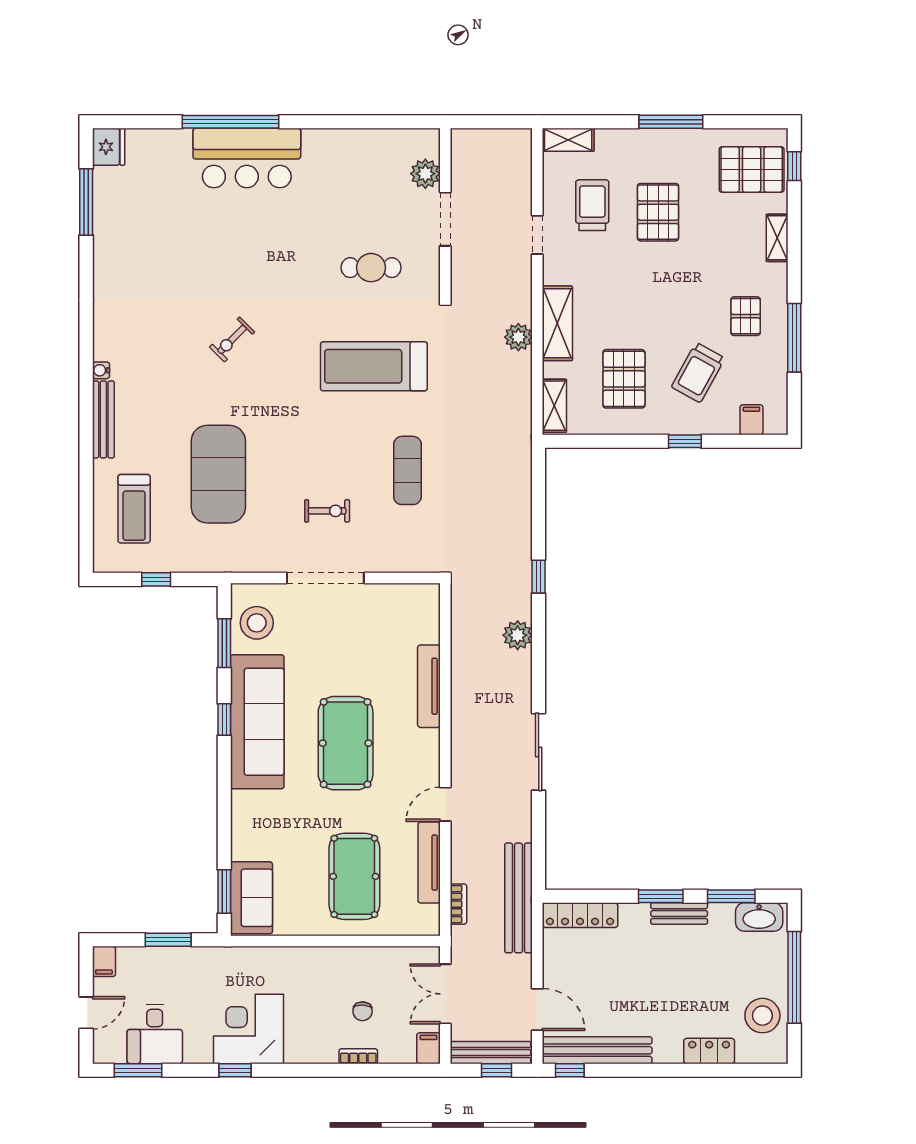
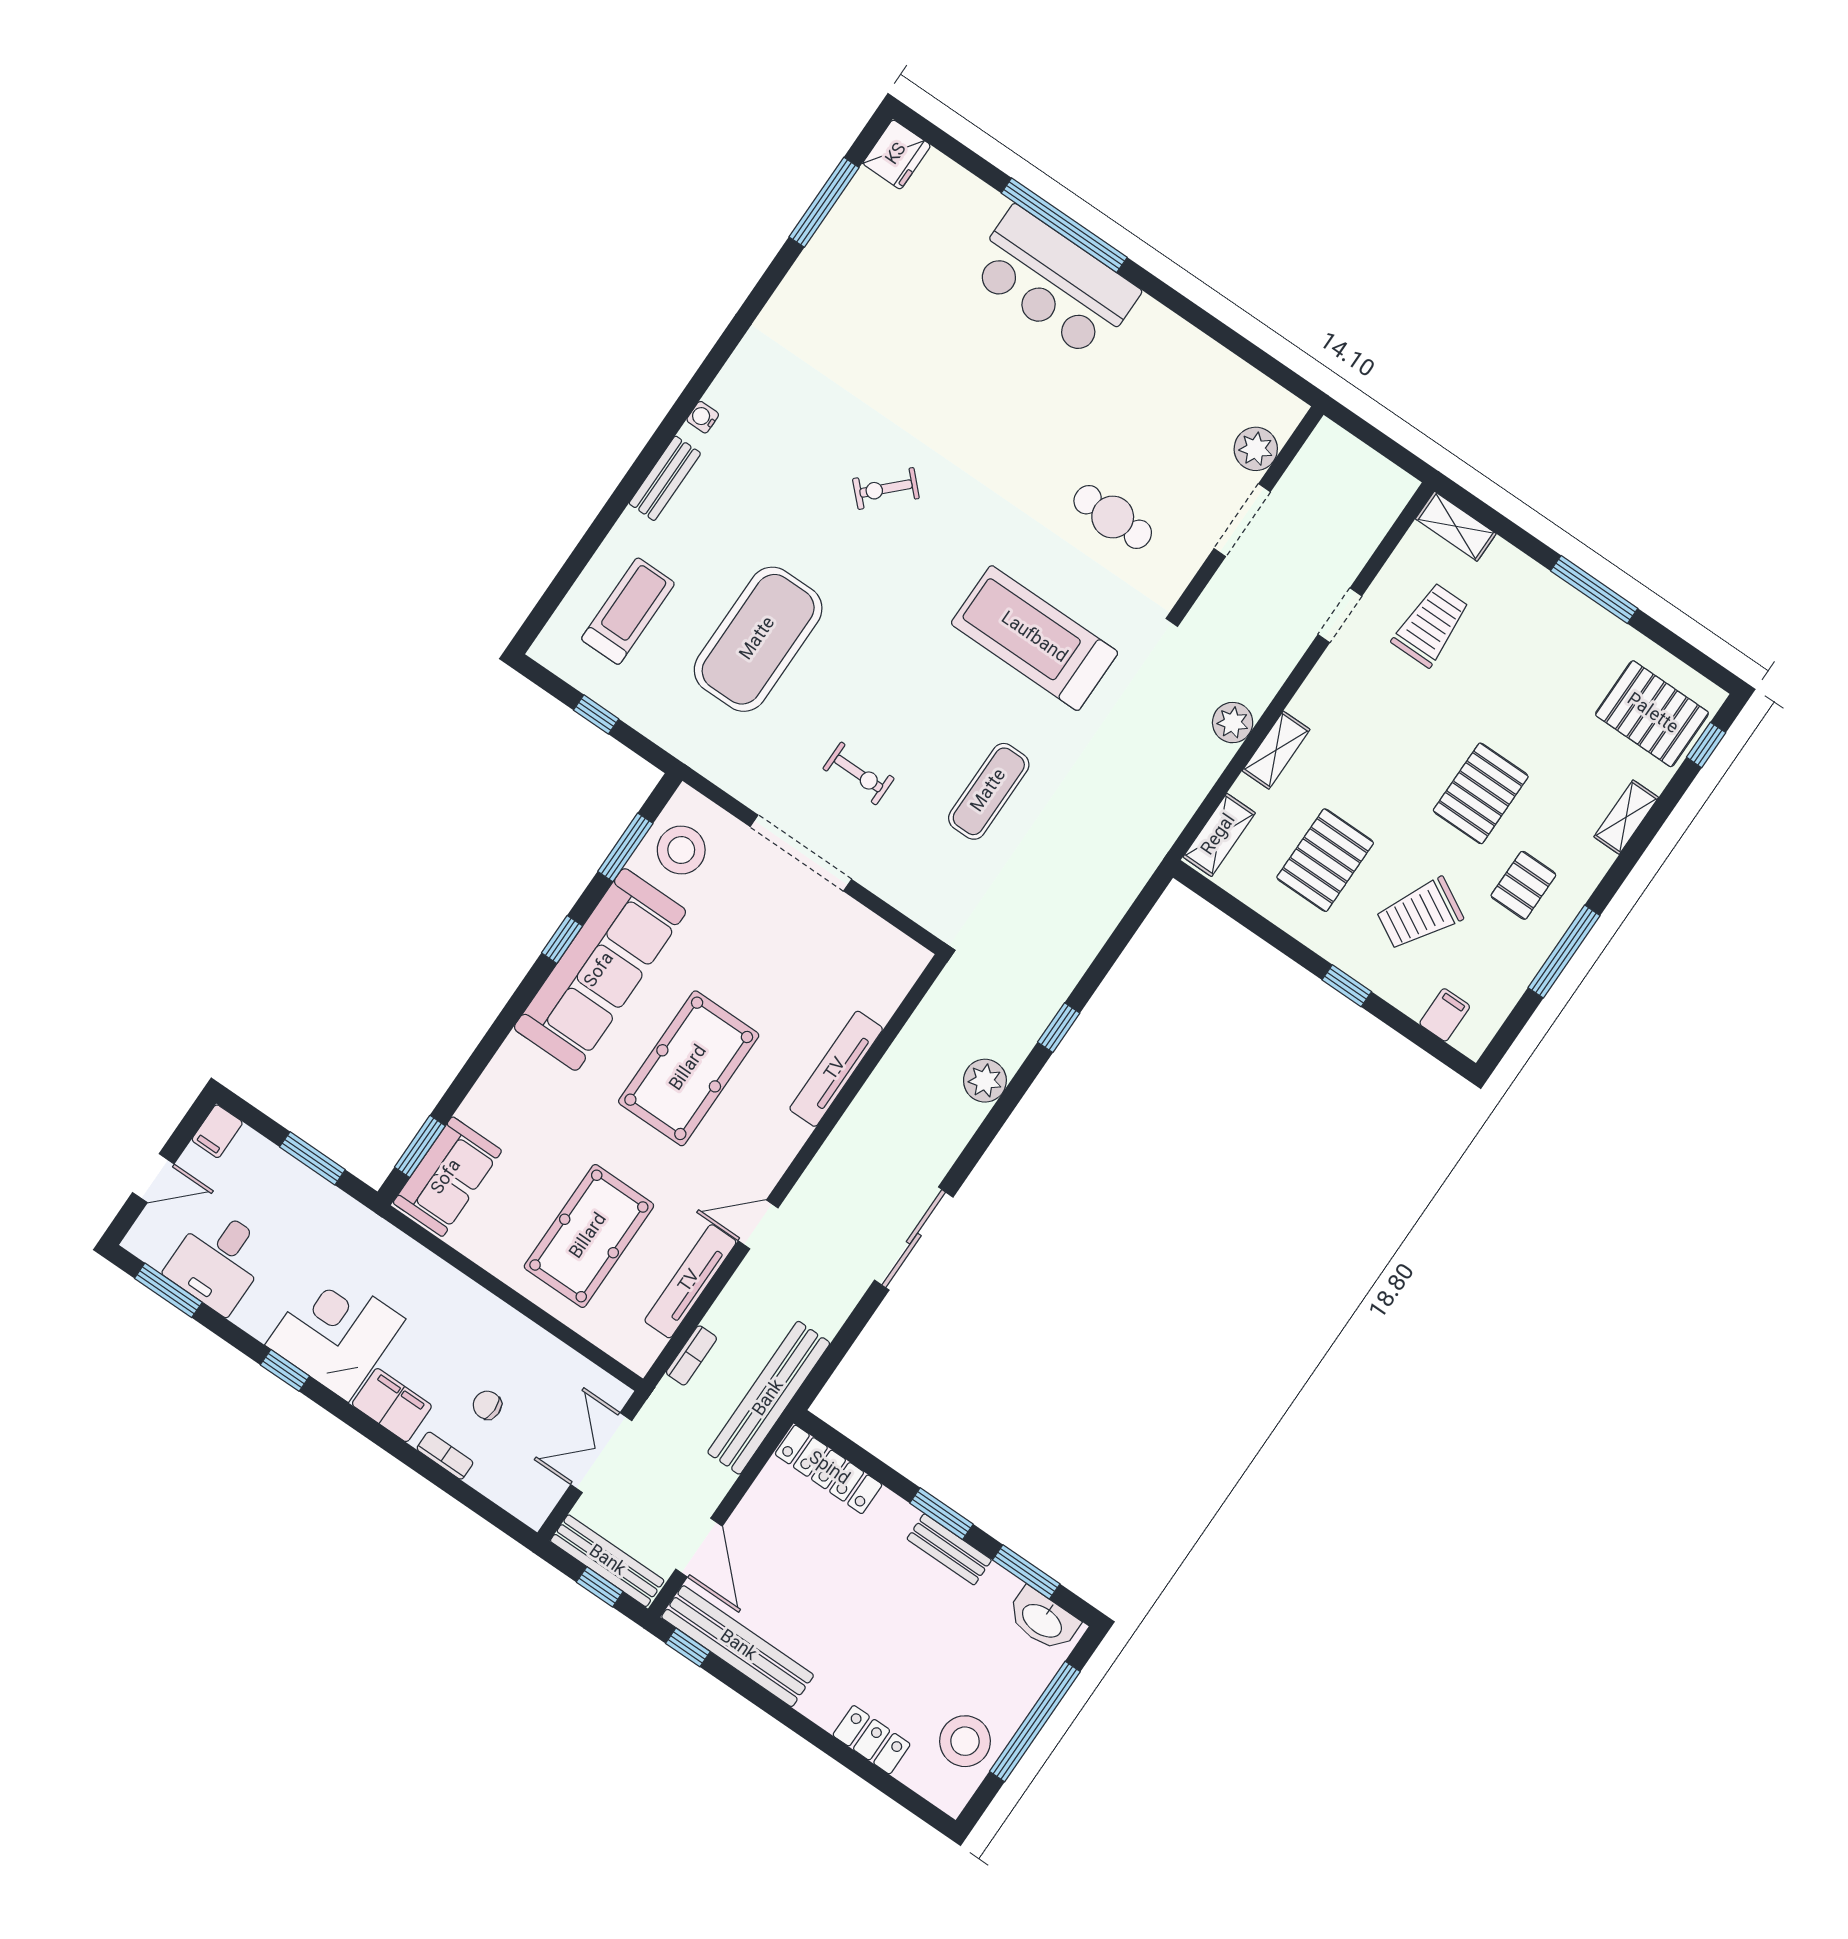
pallet: (658, 212) -> (1481, 793), moved
shelving: (557, 323) -> (1276, 750), width x0.67, depth x0.75
bench: (103, 419) -> (665, 478), width x0.73
treadmill: (134, 509) -> (628, 611), turned 180
chair: (363, 1011) -> (487, 1405), turned 87
filing cabinet: (428, 1048) -> (392, 1405), moved, width x2.00

